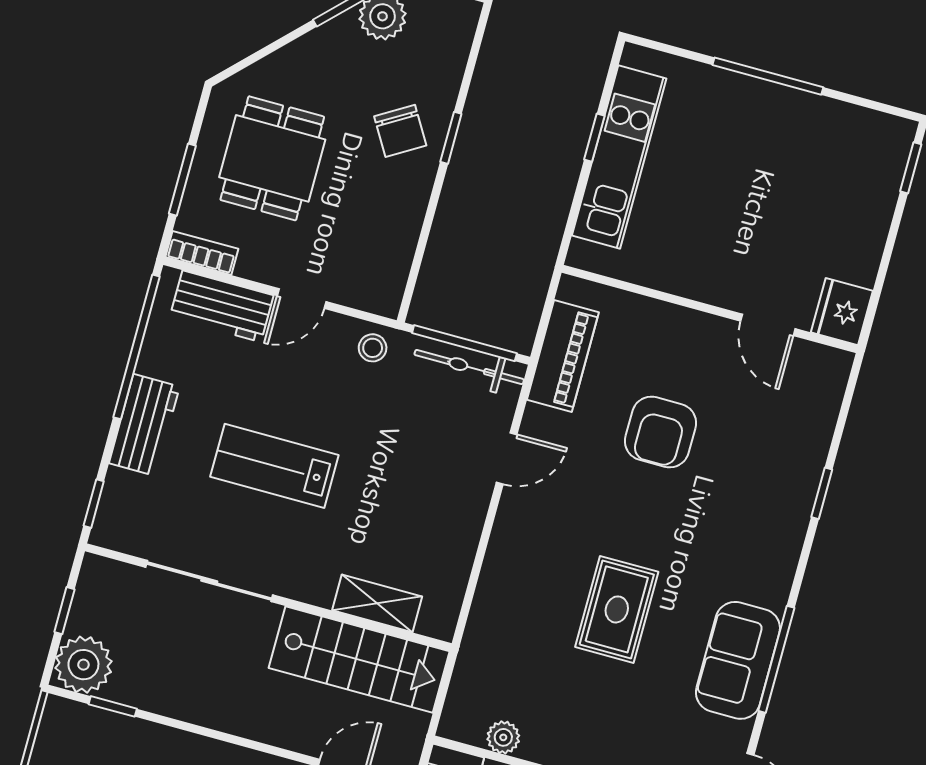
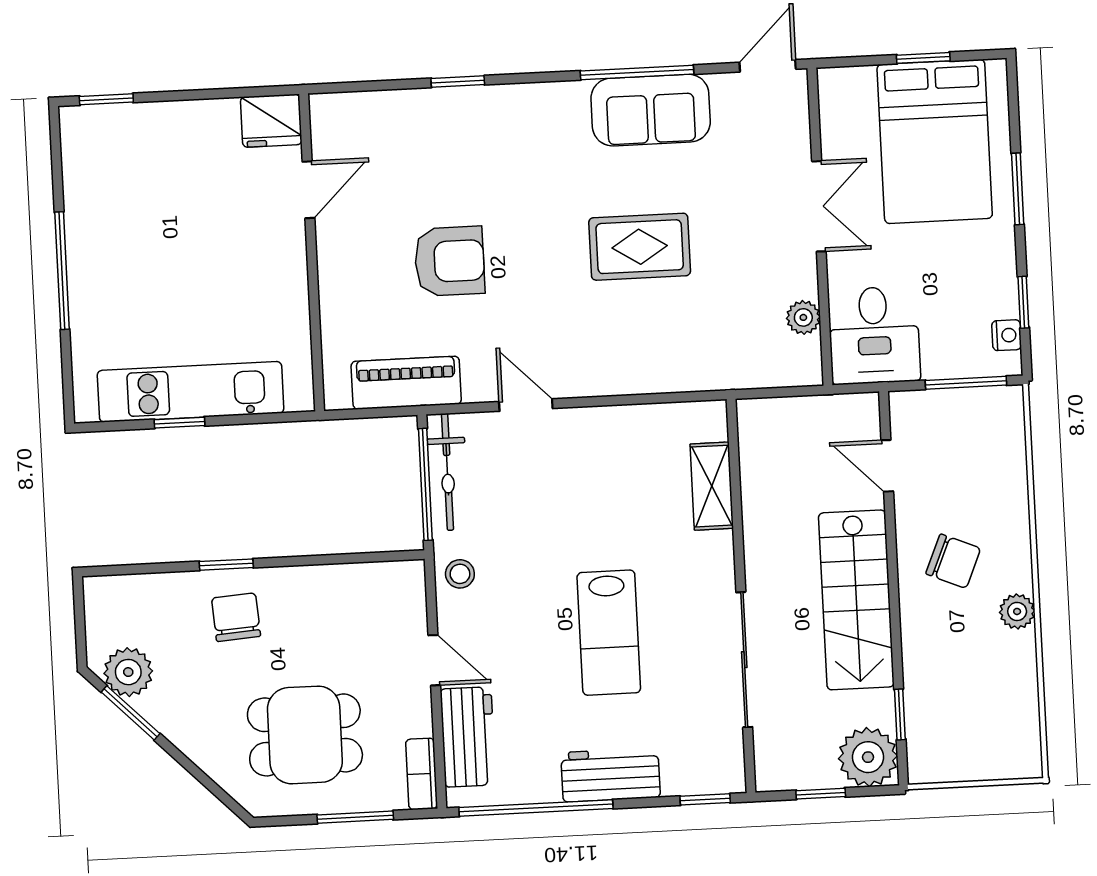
chair: (400, 131) -> (236, 617), turned -63
stairs: (359, 660) -> (856, 600), moved, turned 180

